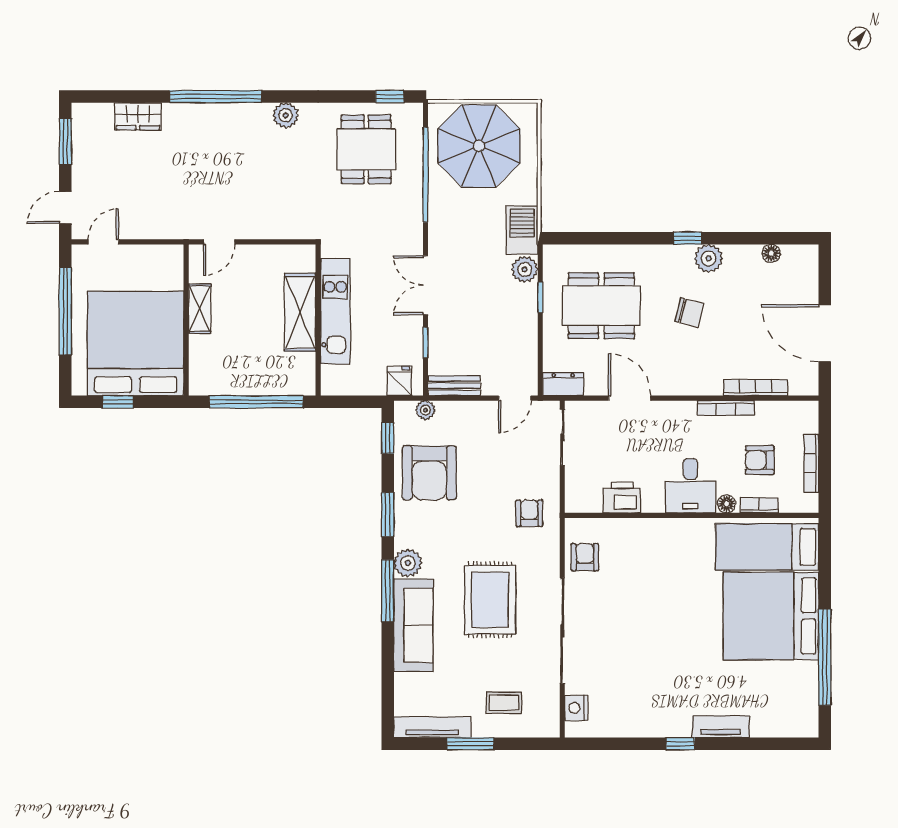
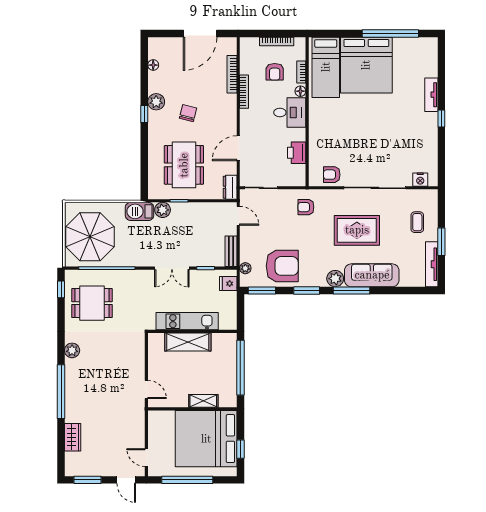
shelving: (200, 309) -> (203, 401), moved
window: (388, 438) -> (262, 290), width x1.50

